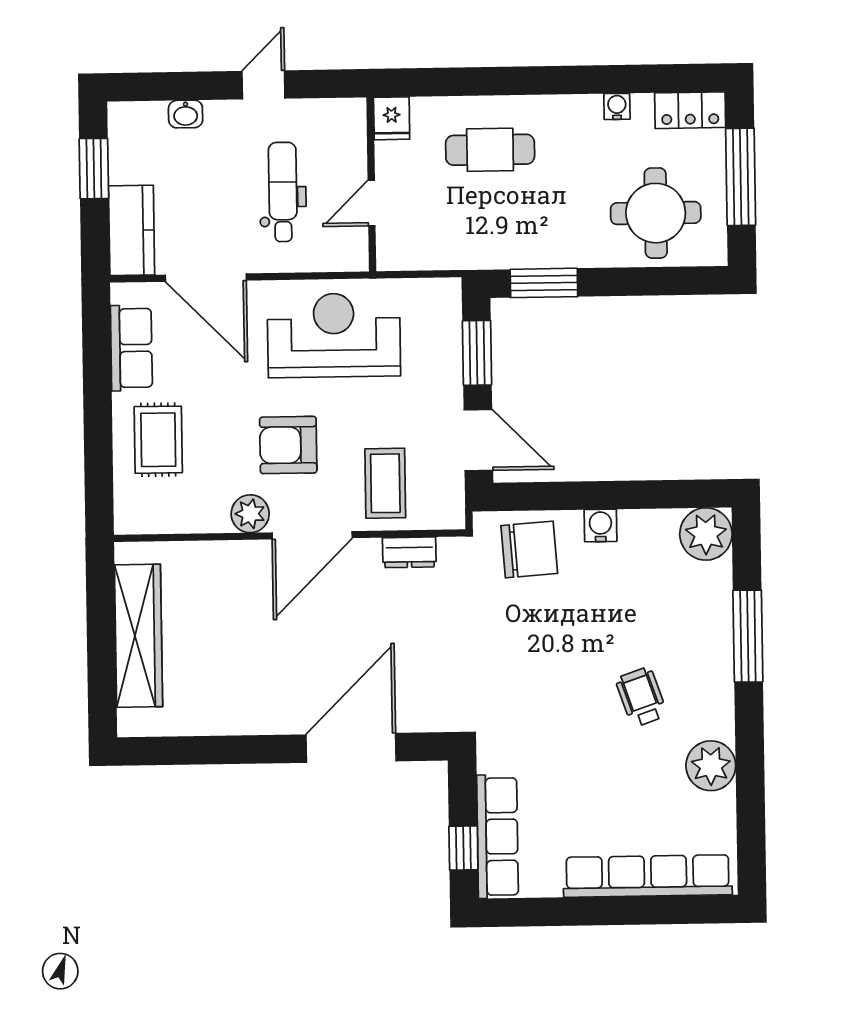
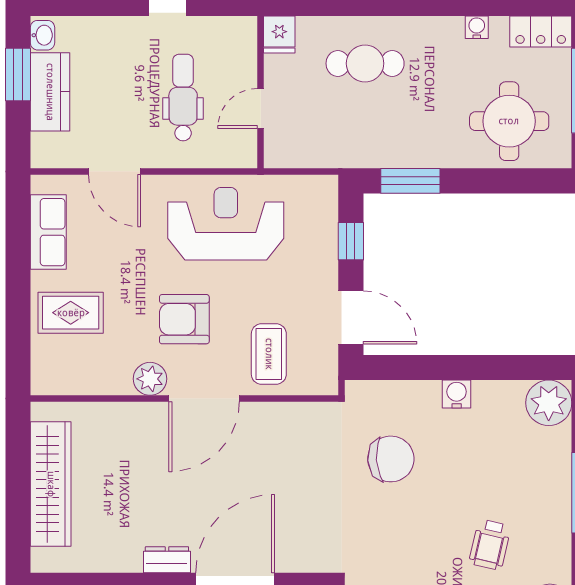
washbasin: (186, 114) -> (42, 35), moved, turned -90
kitchen counter: (132, 230) -> (50, 92), moved
door: (206, 278) -> (114, 171), width x0.73
window: (477, 353) -> (351, 241), width x0.67
rug: (158, 440) -> (71, 313), turned 90
chair: (529, 549) -> (391, 459), moved
dresser: (409, 552) -> (167, 560), moved, turned 180
wheelchair: (641, 697) -> (490, 545), turned -148

